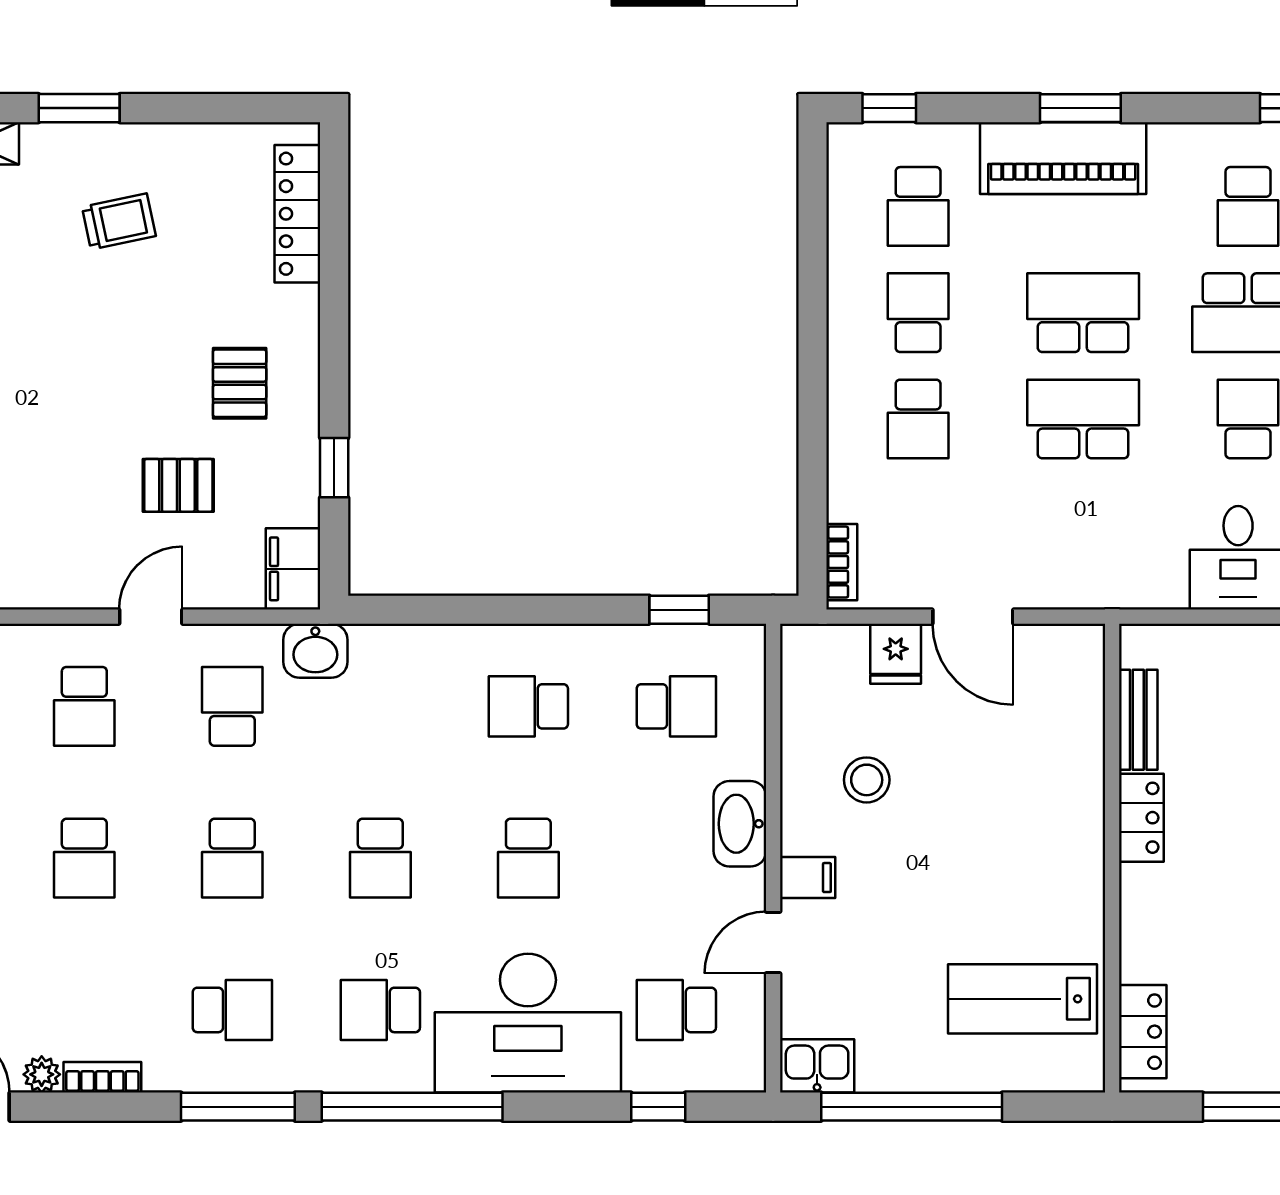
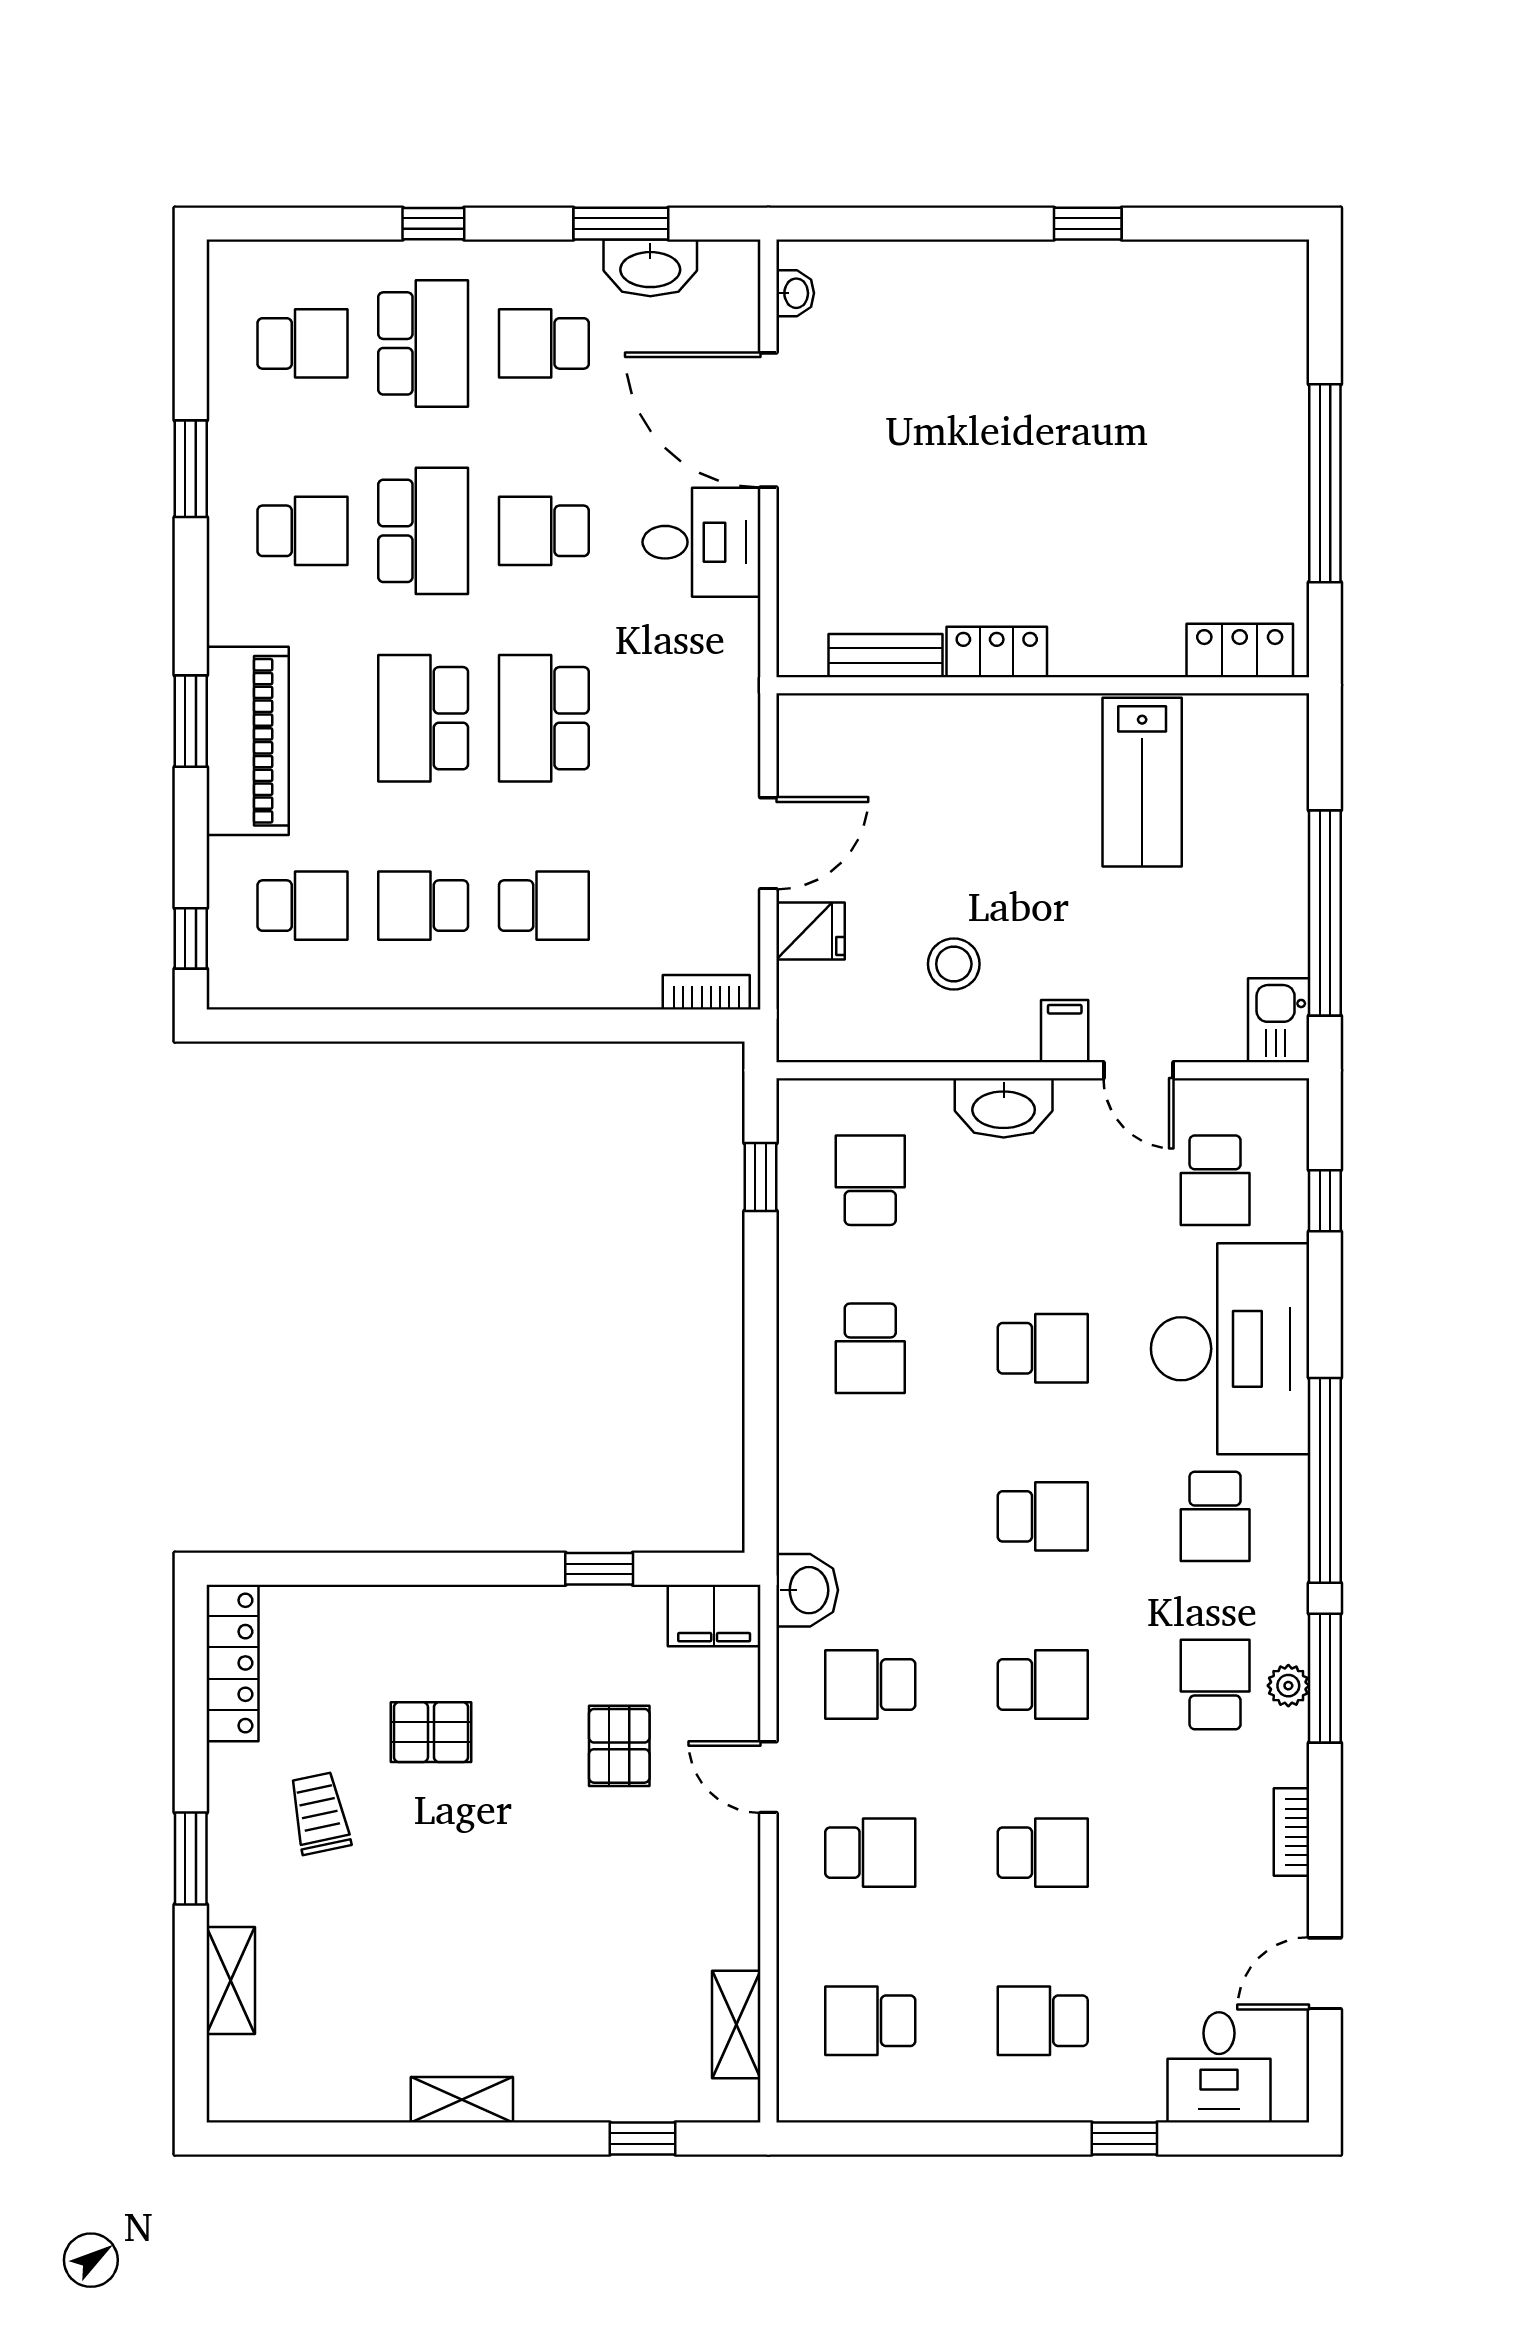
locker: (297, 214) -> (232, 1663), moved, turned -90
pallet: (240, 383) -> (431, 1732), moved
lab bench: (1023, 999) -> (1142, 782), moved
plant: (42, 1074) -> (1288, 1686), moved

